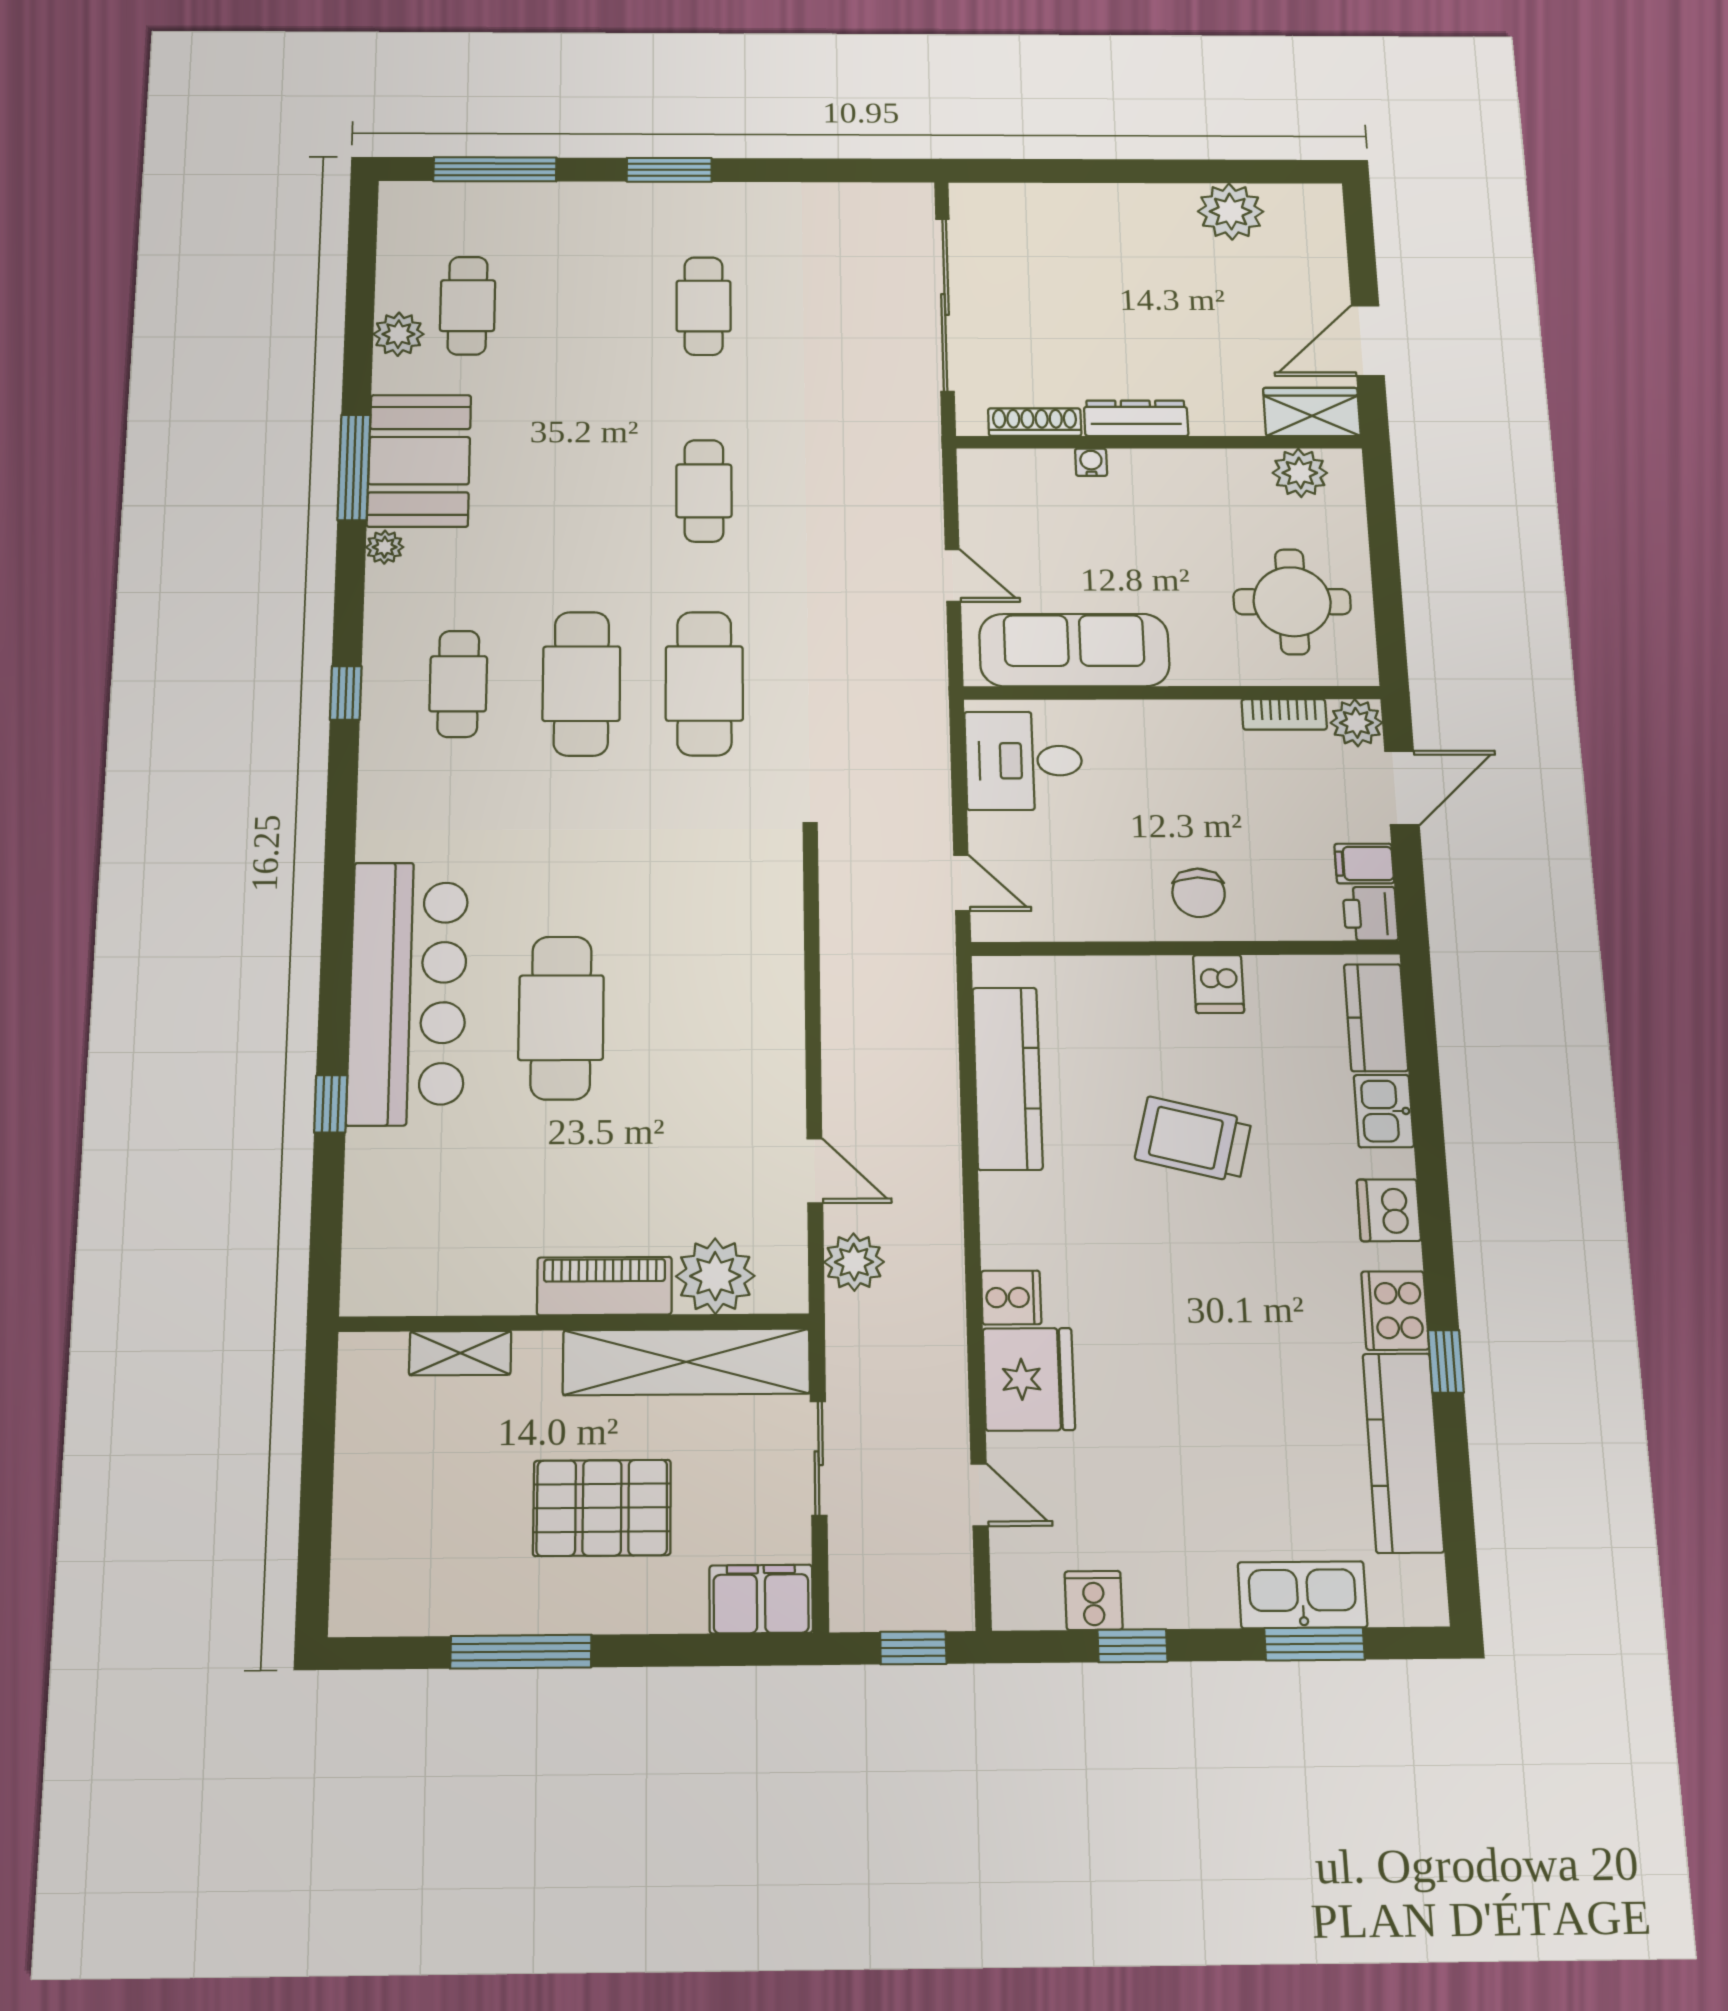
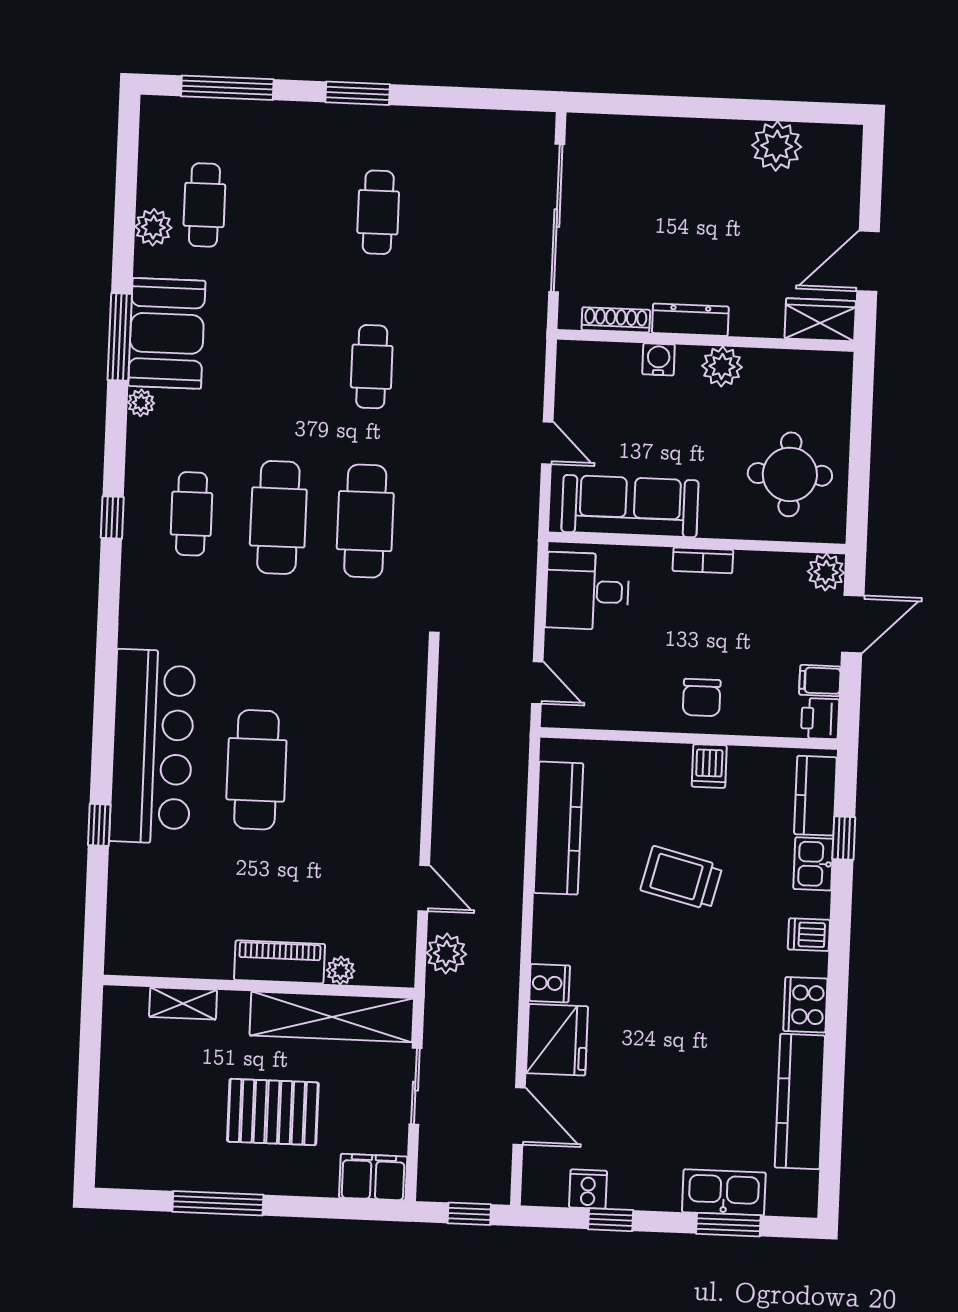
water cooler: (1091, 462) -> (659, 359), width x1.38, depth x1.38
plant: (1300, 473) -> (722, 366), moved
bookcase: (1284, 714) -> (703, 560), moved
dishwasher: (1389, 1210) -> (809, 935), width x0.73
plant: (715, 1276) -> (341, 970), width x0.53, depth x0.53
window: (1446, 1361) -> (844, 838), moved
door: (980, 1495) -> (519, 1116), width x1.38

